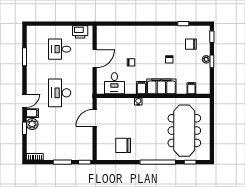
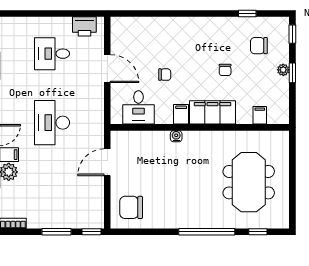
door: (95, 59) -> (107, 69), hinge flipped
meeting table: (184, 131) -> (249, 182), width x0.73
chair: (123, 145) -> (131, 207), moved

